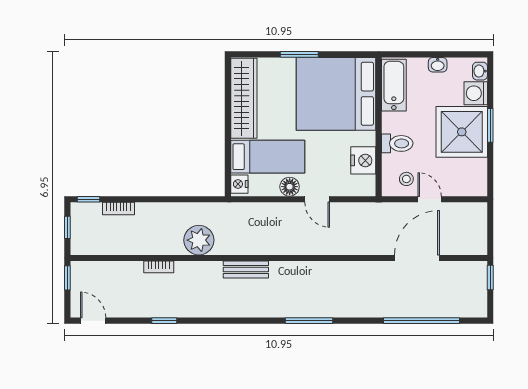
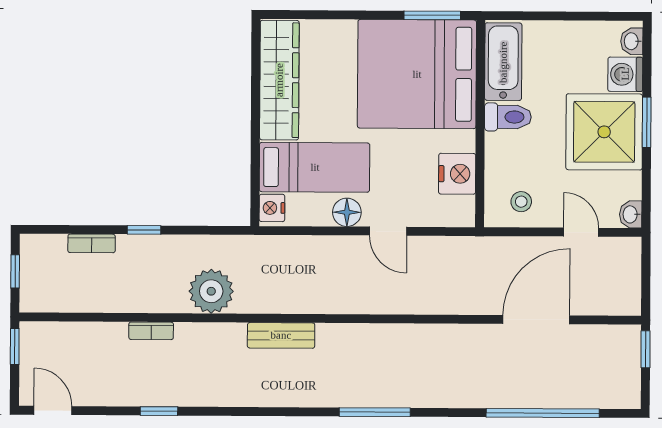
window: (299, 54) -> (432, 15), moved
washbasin: (438, 65) -> (631, 214), moved, turned 90
toilet: (397, 143) -> (508, 117), moved
window: (89, 199) -> (144, 230), moved
door: (430, 199) -> (581, 232), moved

